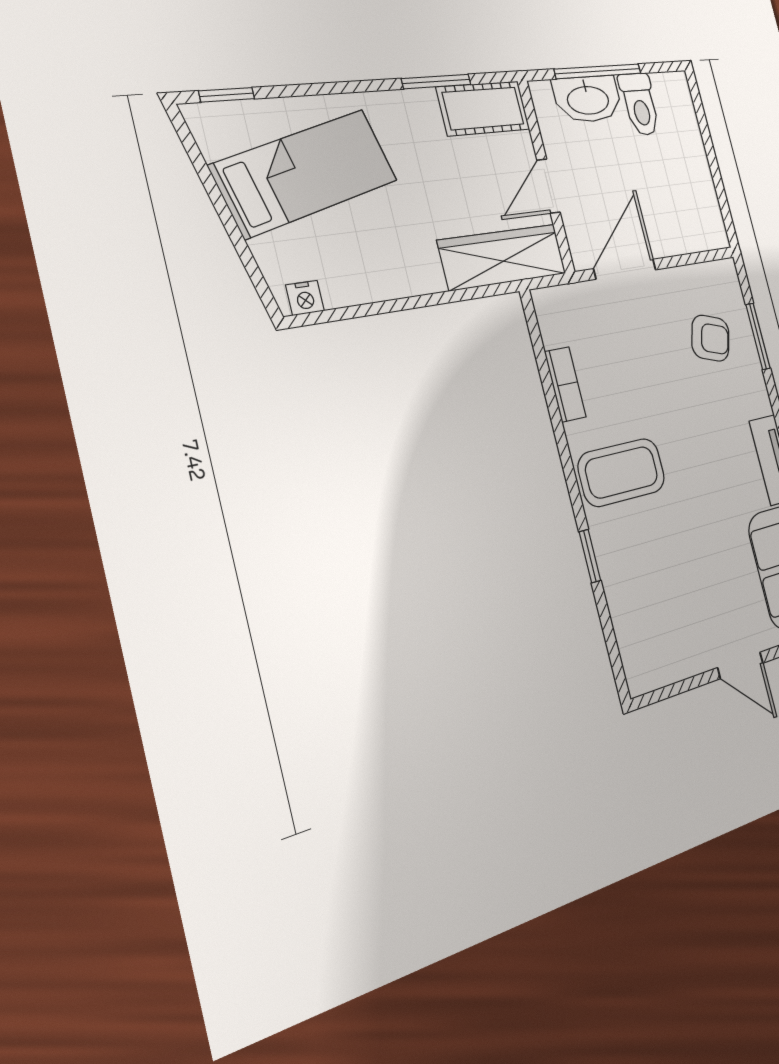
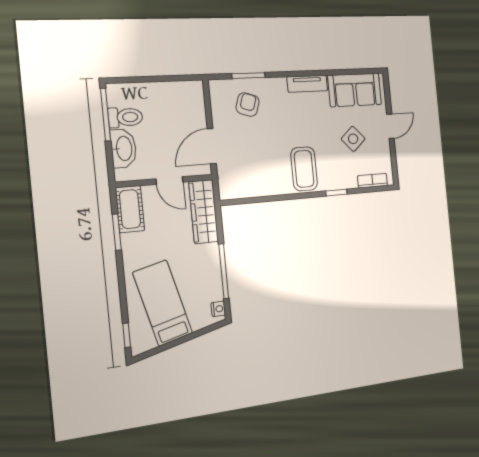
window: (598, 71) -> (106, 115), moved
door: (625, 269) -> (212, 146), hinge flipped
window: (389, 306) -> (224, 271), added
bookcase: (565, 384) -> (372, 181), moved
side table: (699, 579) -> (353, 139), added

